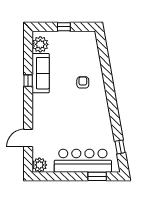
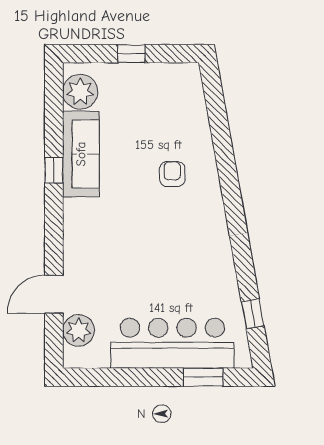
plant: (39, 165) -> (79, 330), moved

